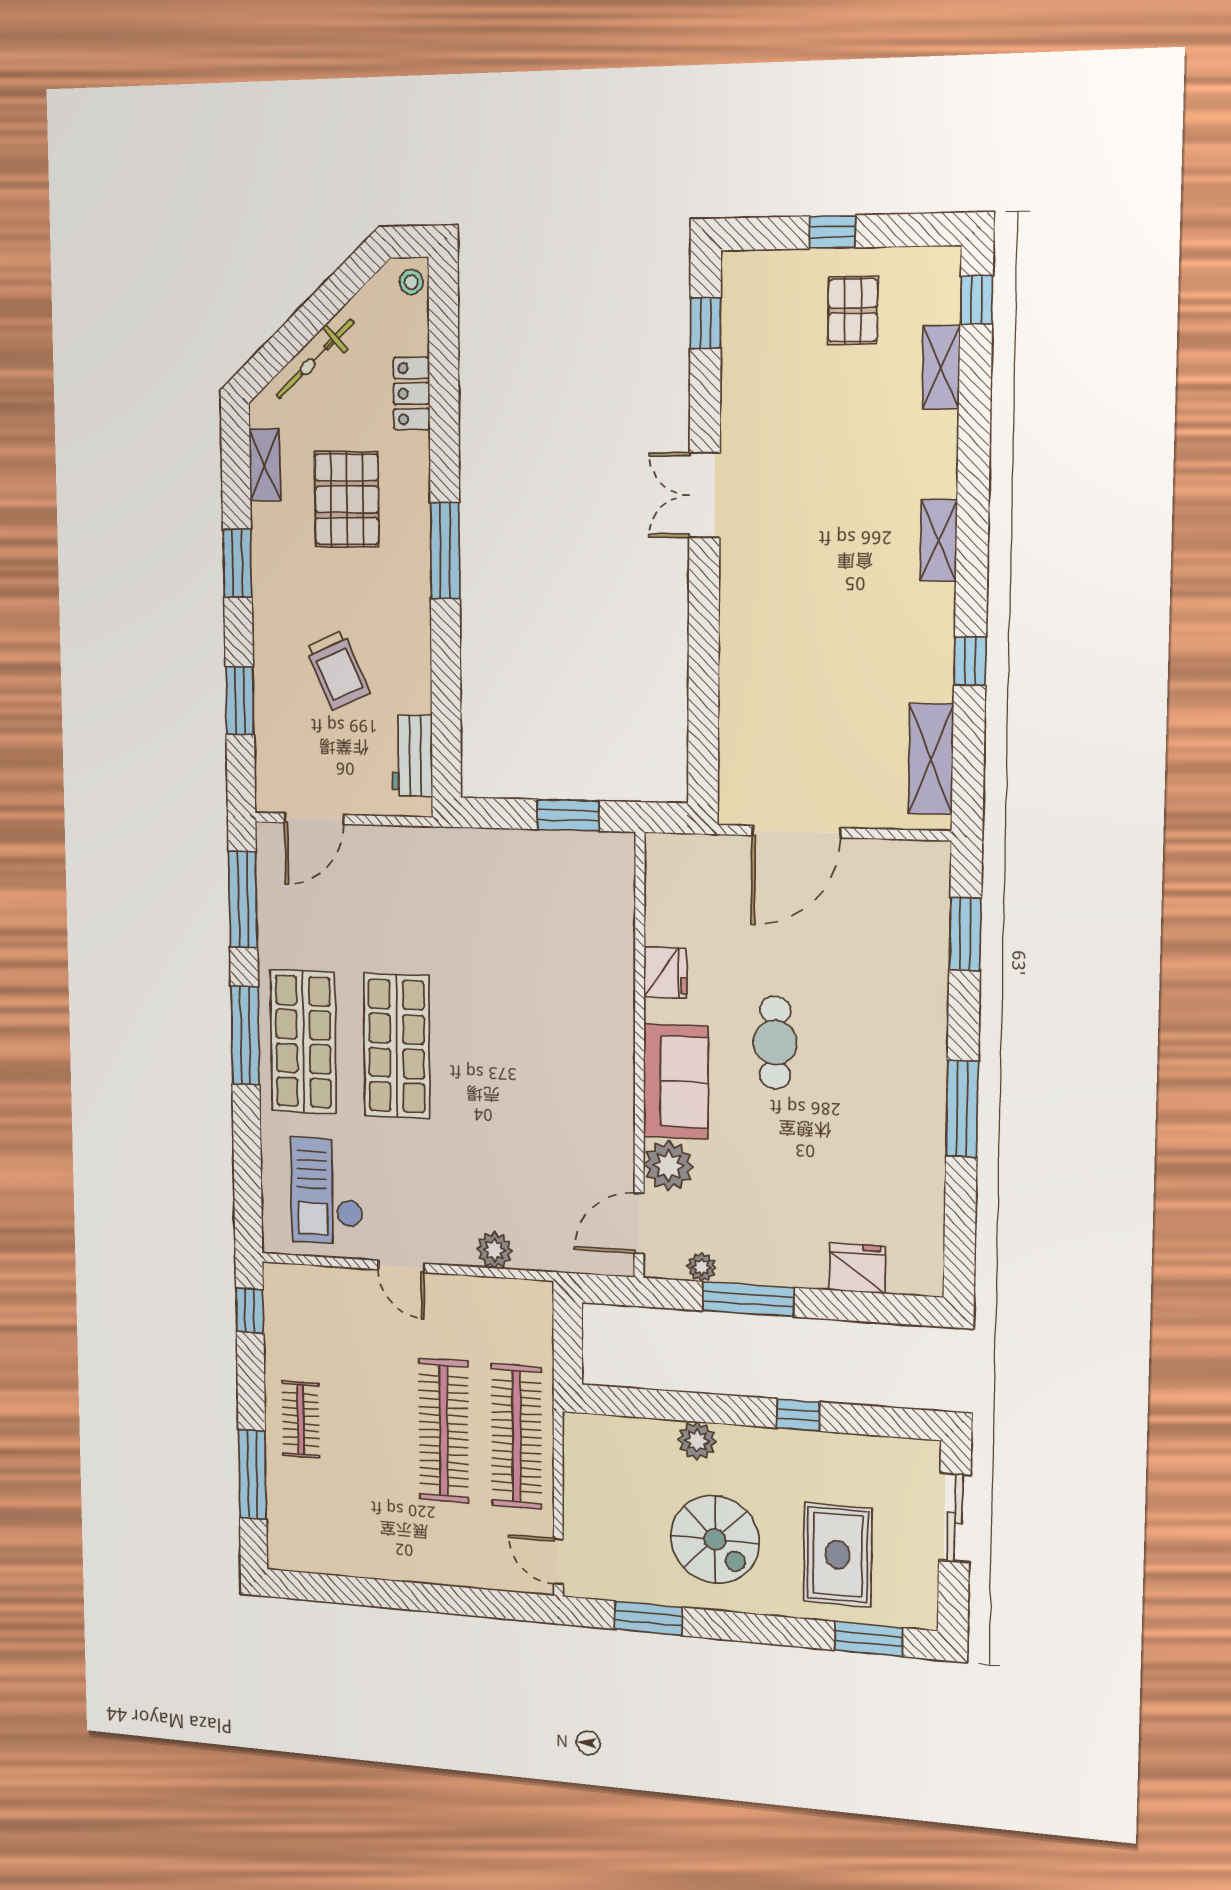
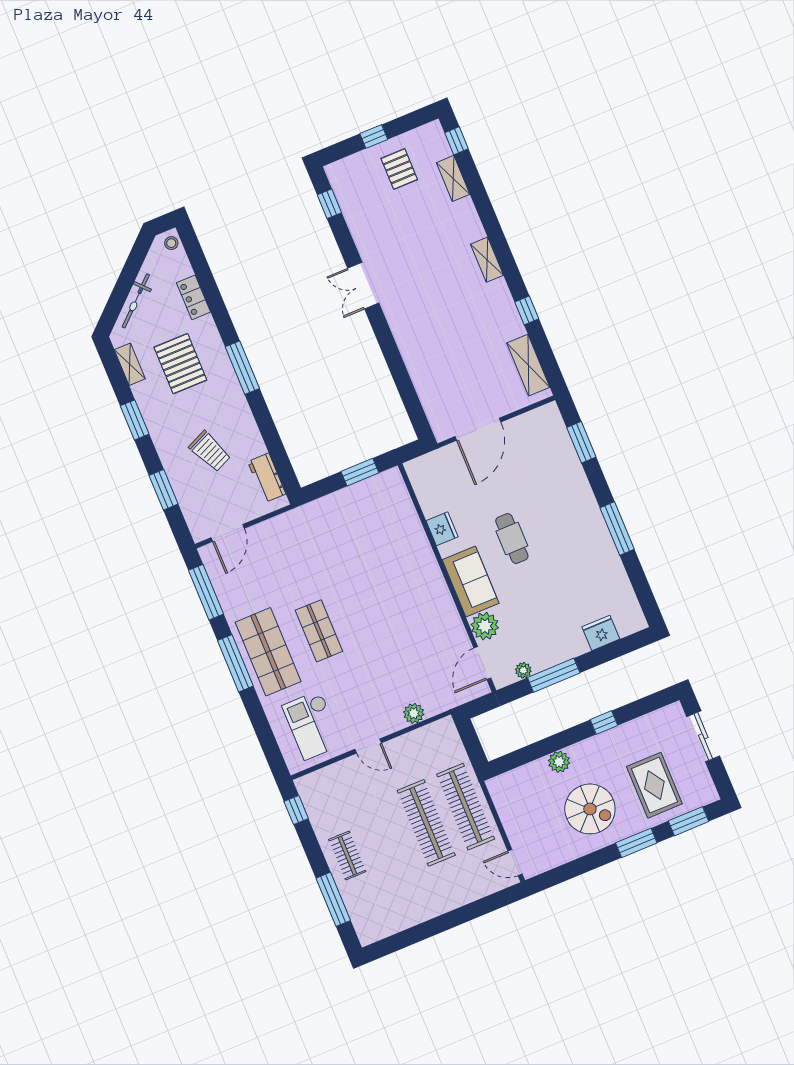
shop shelf: (397, 1046) -> (319, 631), width x0.70, depth x0.74
window: (648, 1618) -> (636, 843), moved

